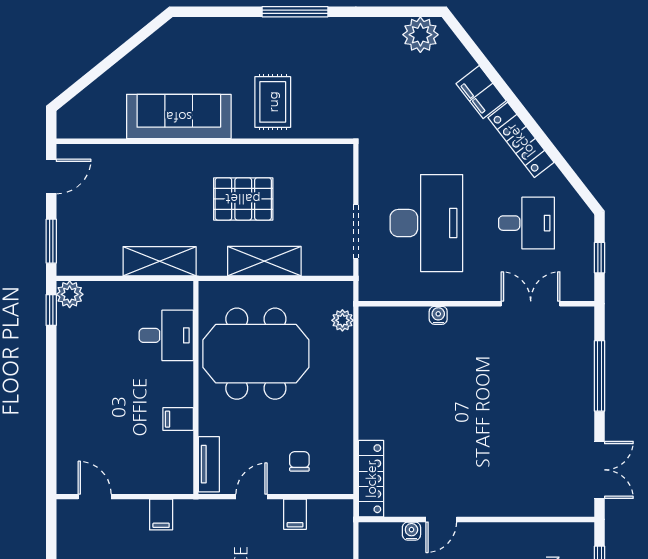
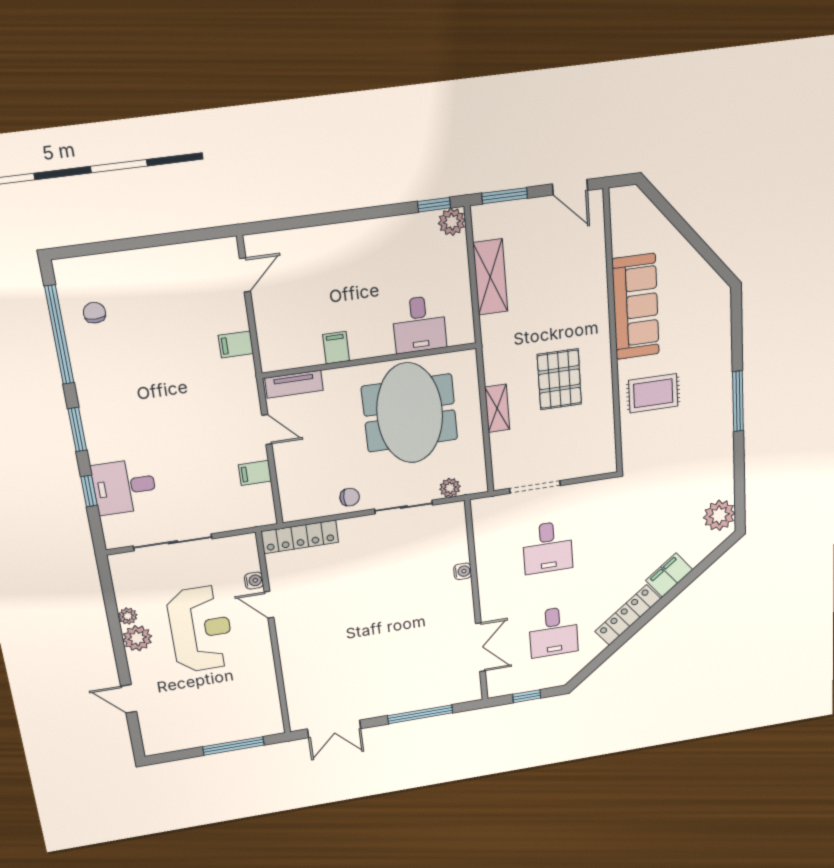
desk: (426, 223) -> (548, 547), width x0.53, depth x0.77
shelving: (160, 261) -> (490, 277), moved
shelving: (264, 261) -> (497, 408), width x0.67, depth x0.75
sliding door: (356, 370) -> (404, 507), added
chair: (299, 461) -> (350, 497), moved

